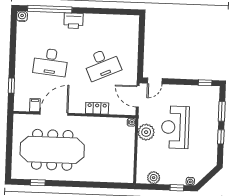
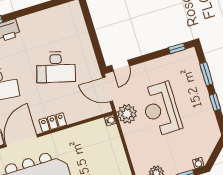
desk: (102, 64) -> (56, 67), turned 39
locker: (97, 108) -> (53, 122), moved
plant: (146, 132) -> (127, 114), moved

